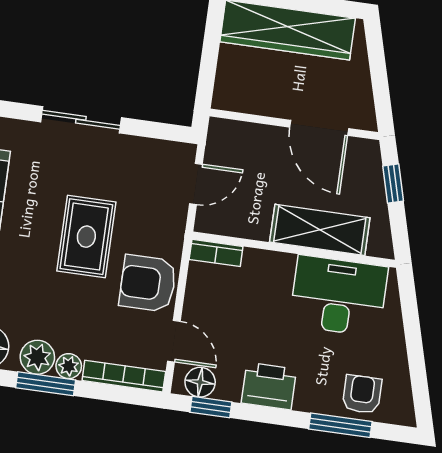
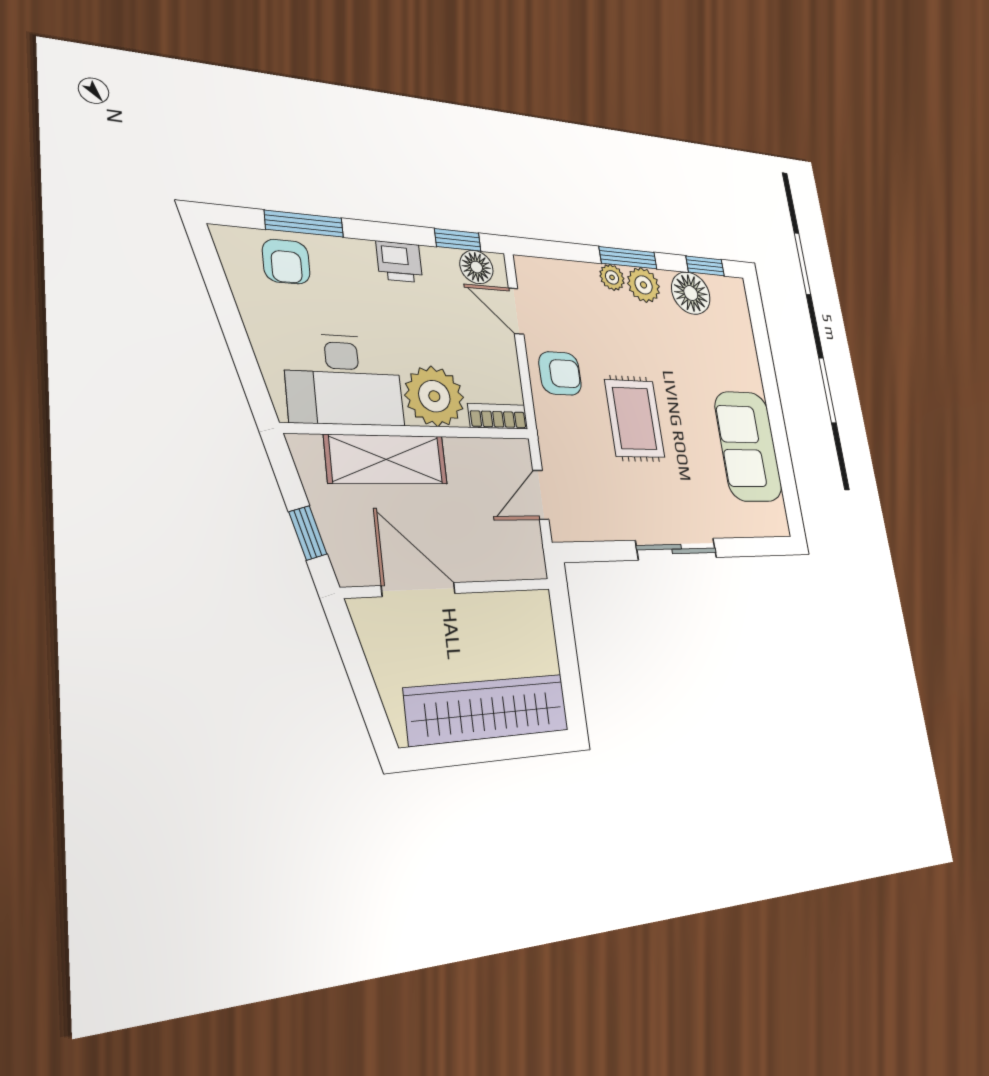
plant: (267, 275) -> (434, 396), added
armchair: (148, 283) -> (560, 373), width x0.72, depth x0.72
bookcase: (124, 376) -> (556, 270), removed
printer: (269, 386) -> (399, 262), width x0.73, depth x0.81

